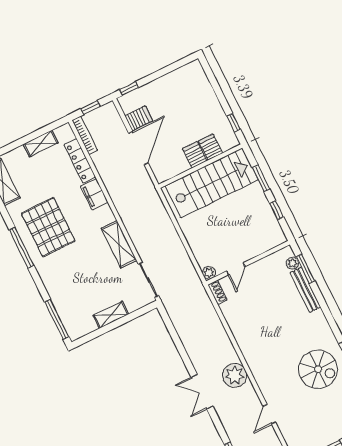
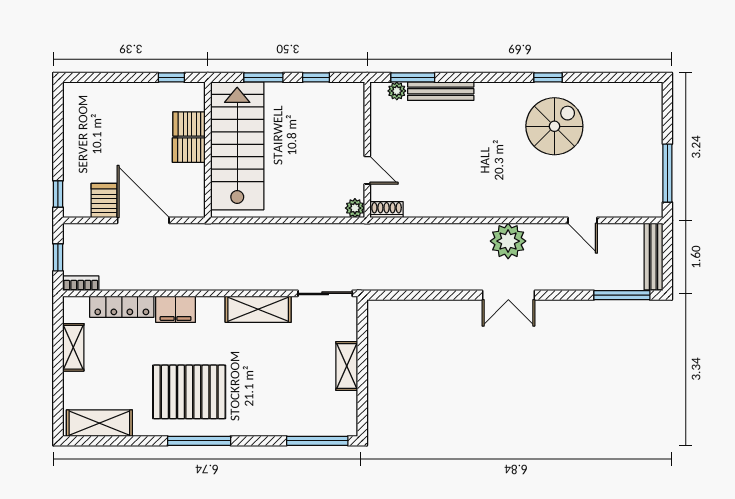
bookcase: (85, 135) -> (81, 283), width x0.64

